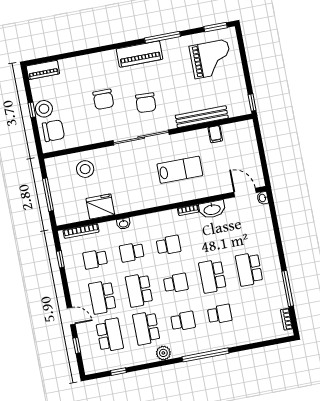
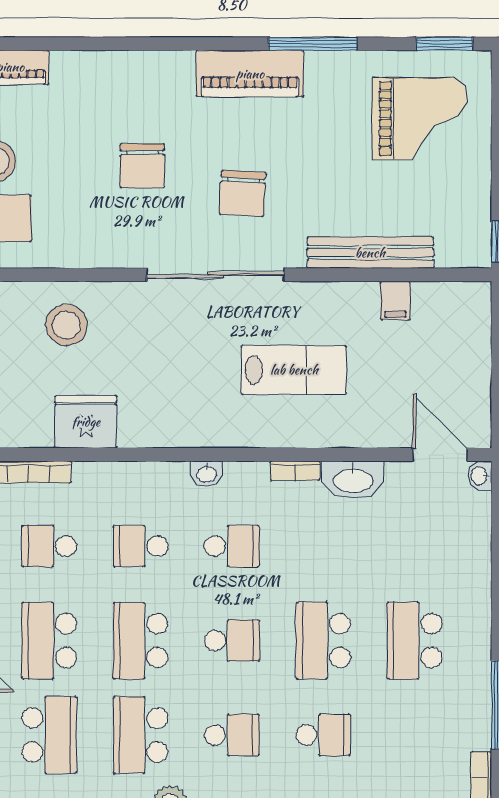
washbasin: (124, 224) -> (206, 474), moved

